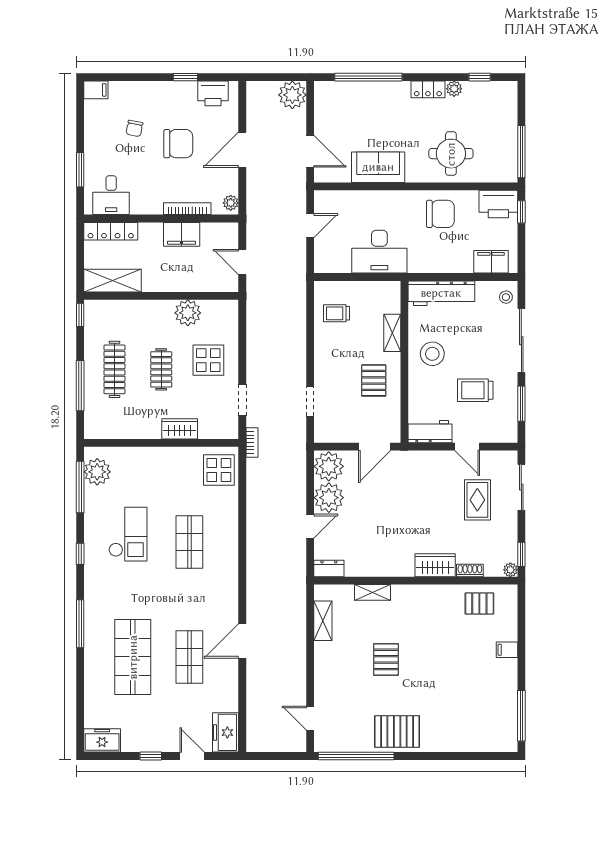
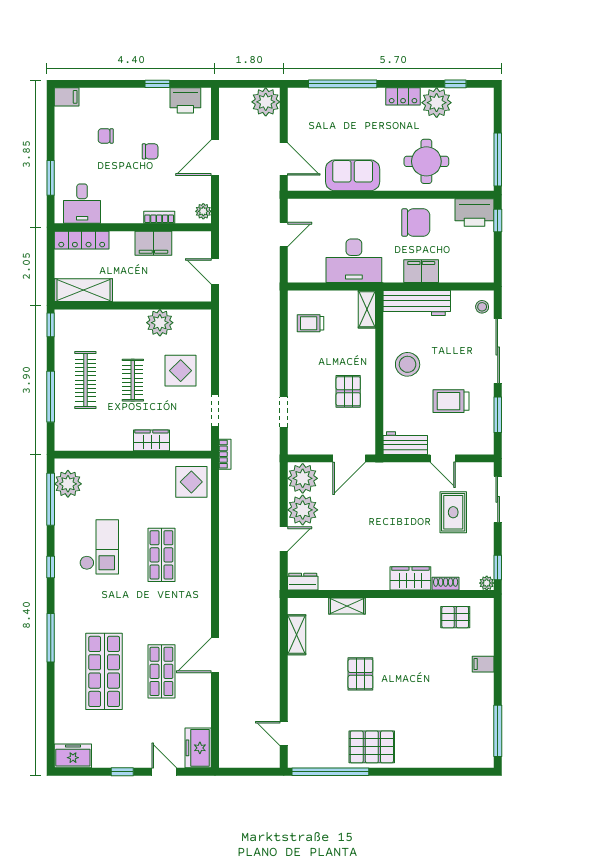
plant: (454, 89) -> (437, 103), width x1.88, depth x1.88
chair: (134, 128) -> (106, 136), turned 79
chair: (178, 144) -> (150, 151), width x0.54, depth x0.54
bookcase: (187, 209) -> (159, 217), width x0.64
filing cabinet: (491, 262) -> (421, 271), moved
shelving: (392, 333) -> (367, 309), moved

